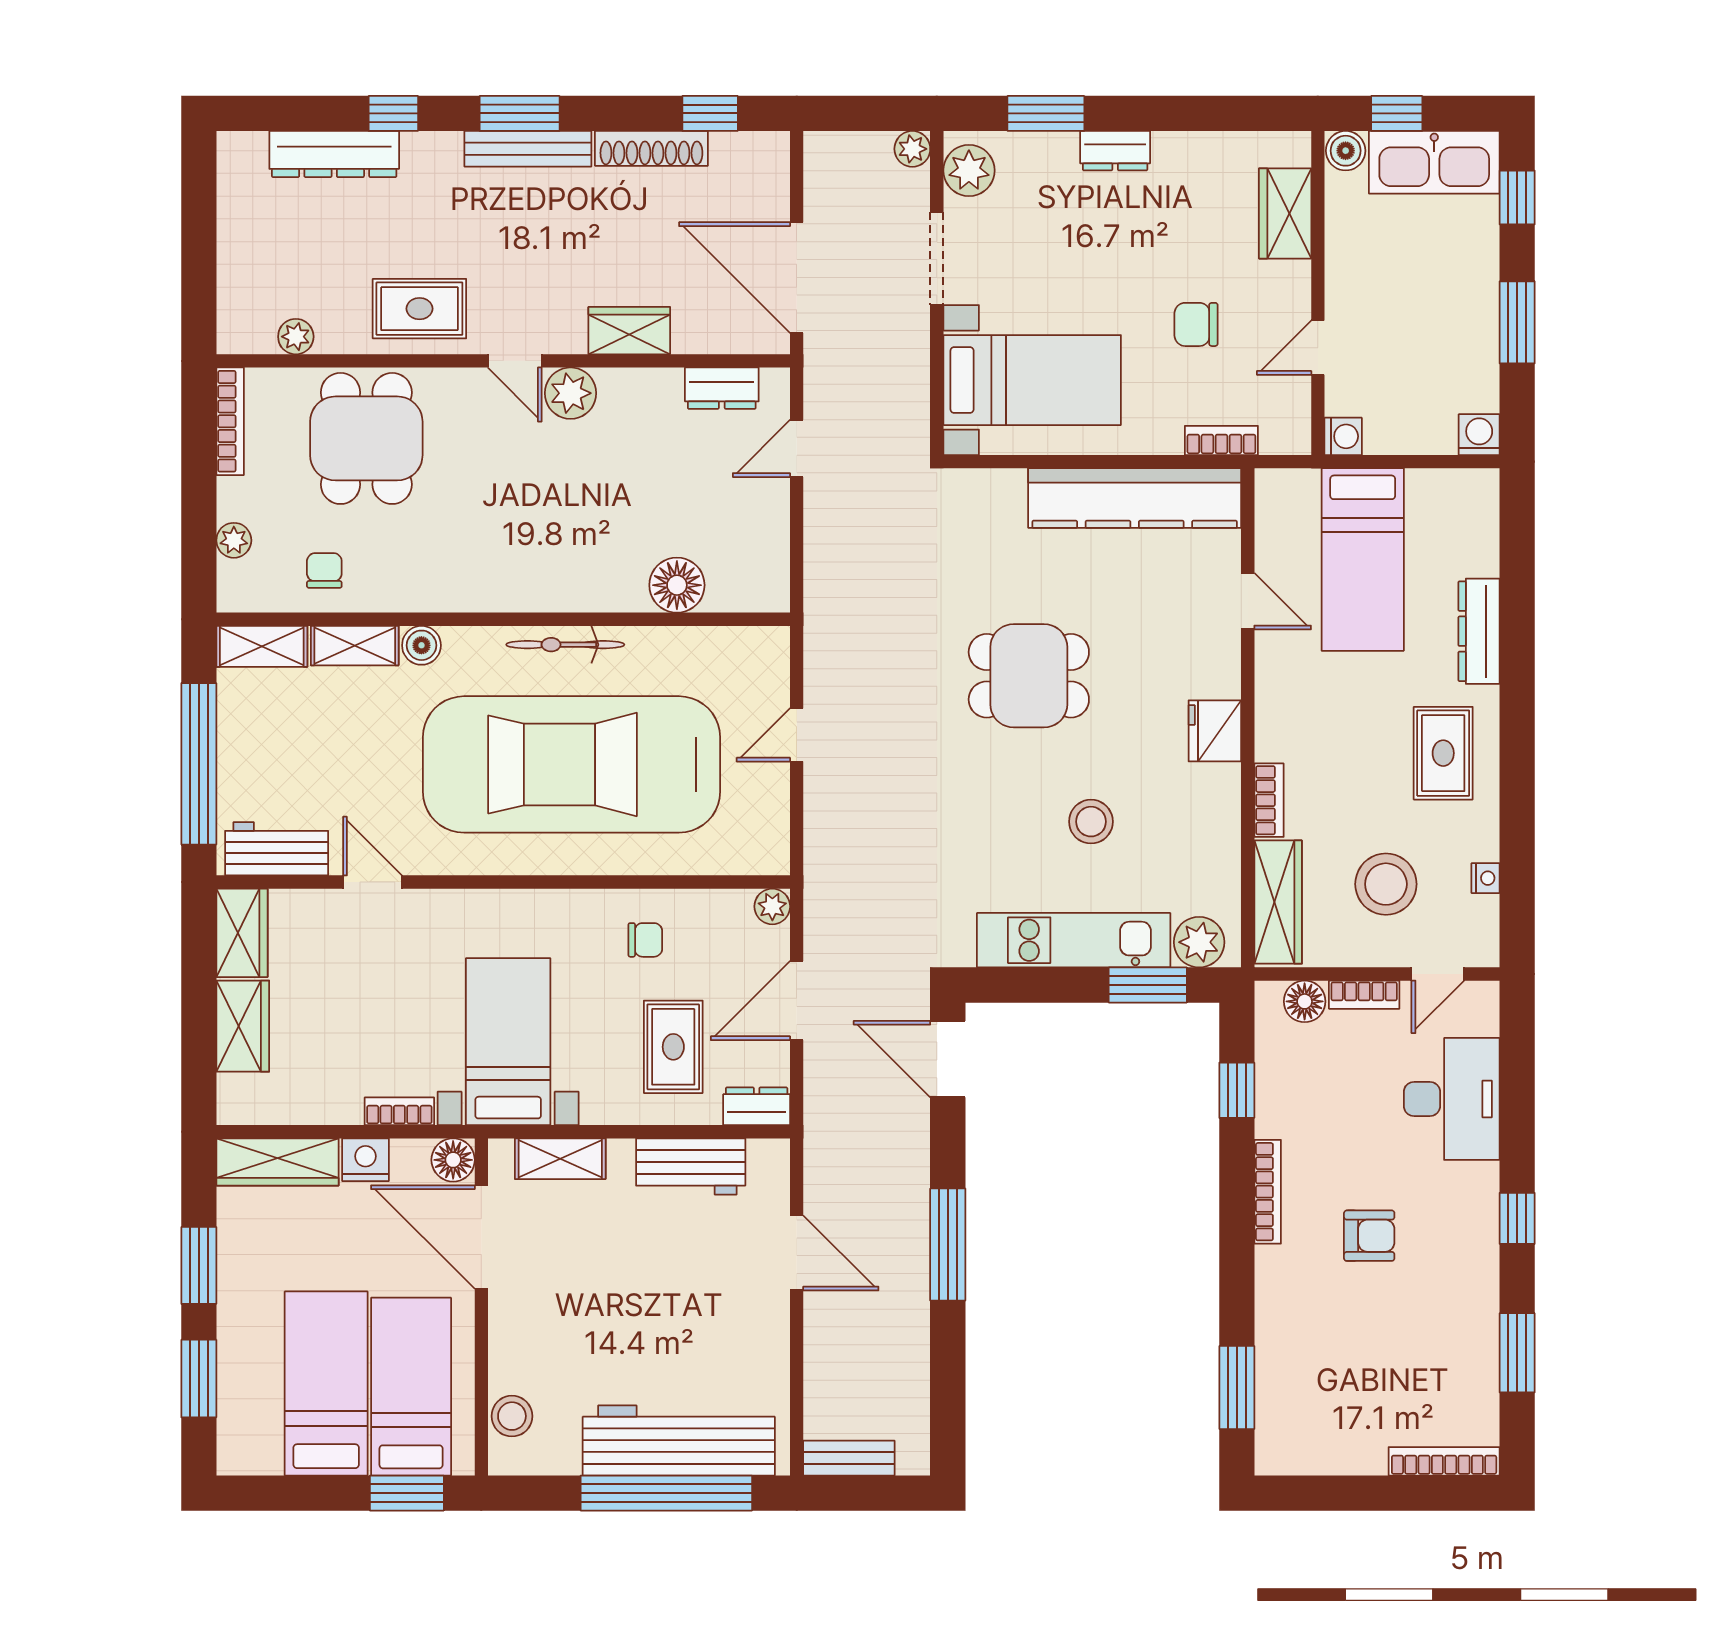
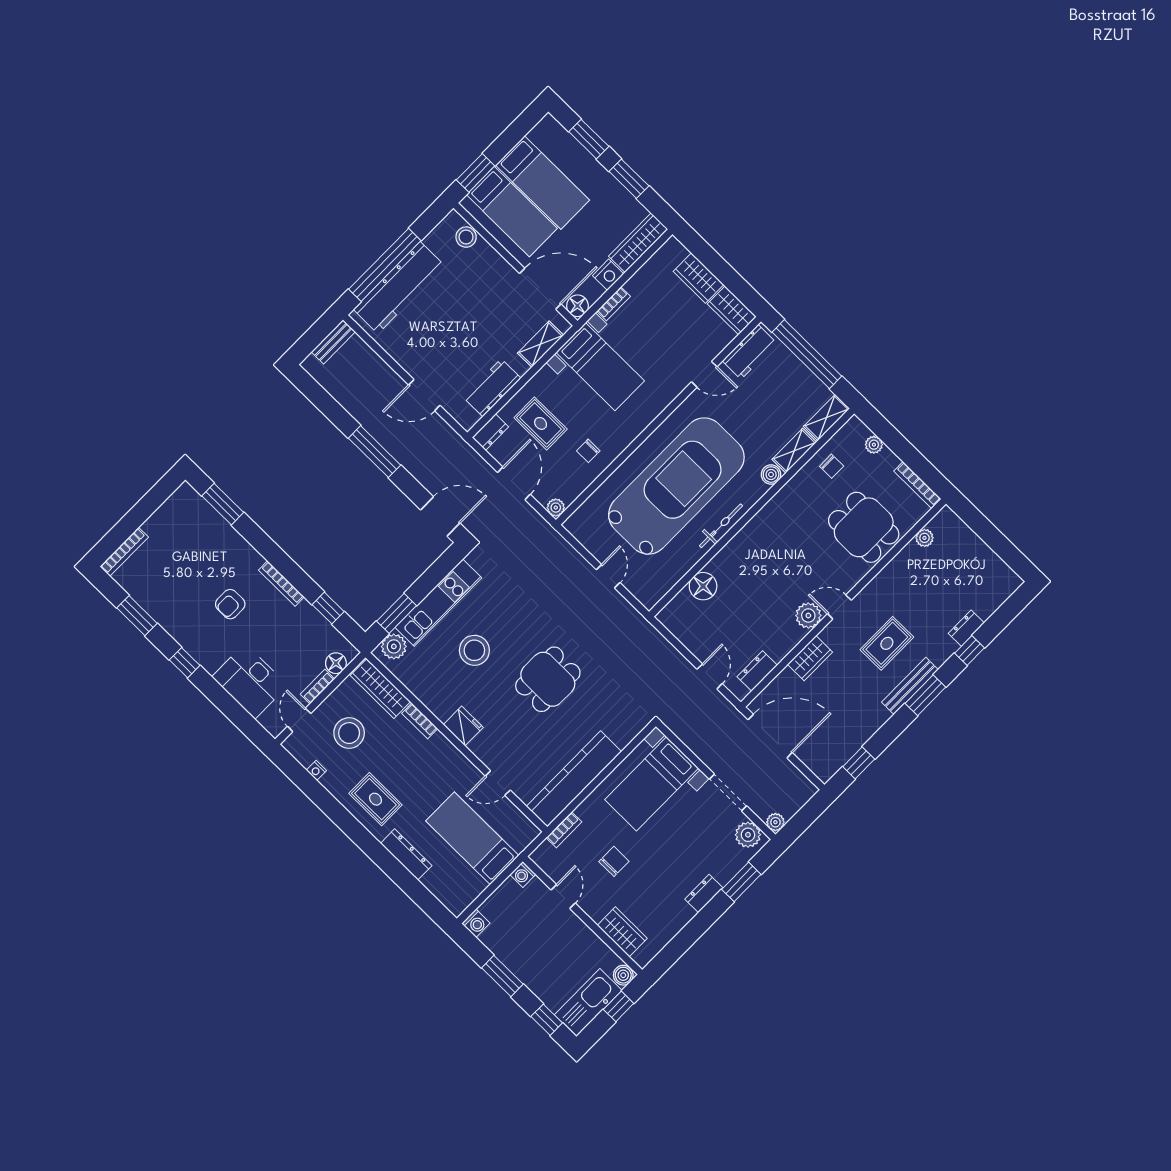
shoe rack: (651, 148) -> (867, 730), removed
dresser: (334, 154) -> (966, 628), width x0.51, depth x0.80
rug: (419, 309) -> (887, 643), moved
stool: (1091, 822) -> (474, 650), width x1.38, depth x1.38

